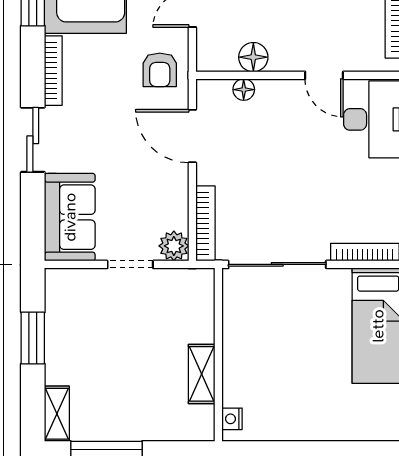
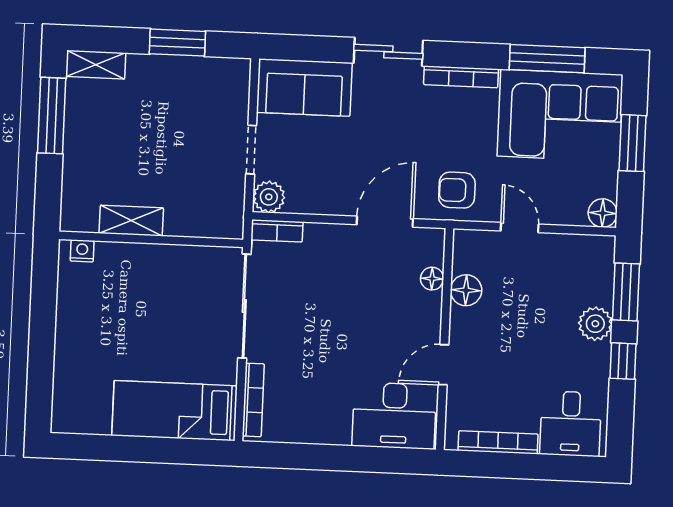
bookcase: (205, 223) -> (277, 231), width x0.64

